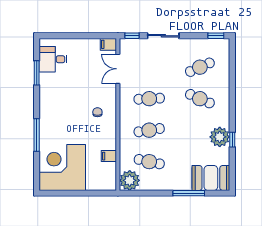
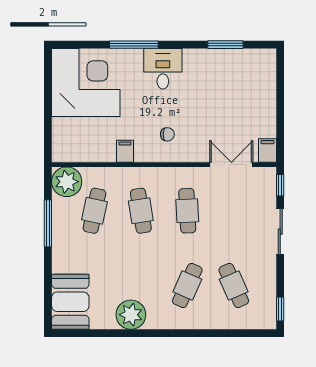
desk: (53, 59) -> (163, 69), moved
window: (232, 140) -> (127, 333), removed
filing cabinet: (109, 156) -> (125, 151), moved
window: (189, 193) -> (48, 223), moved

